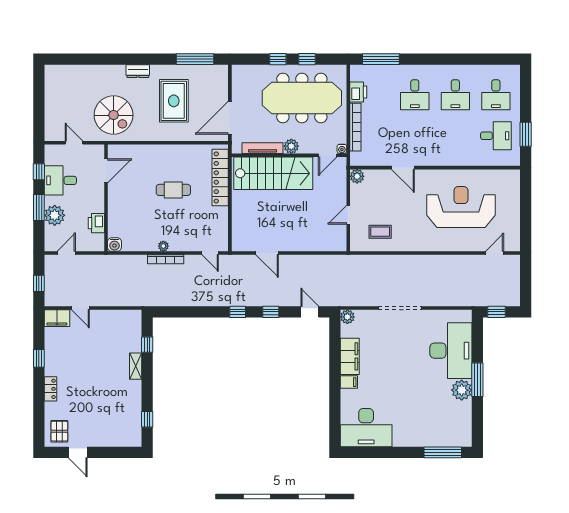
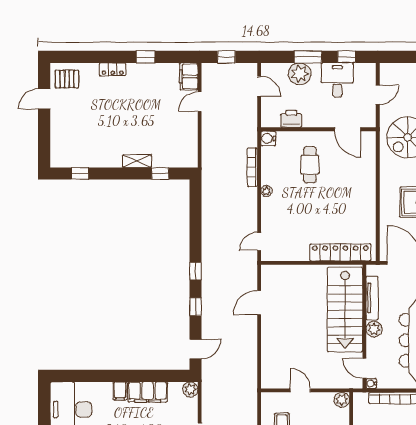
cafe table: (173, 190) -> (310, 165), moved
bookcase: (166, 259) -> (252, 167), moved

